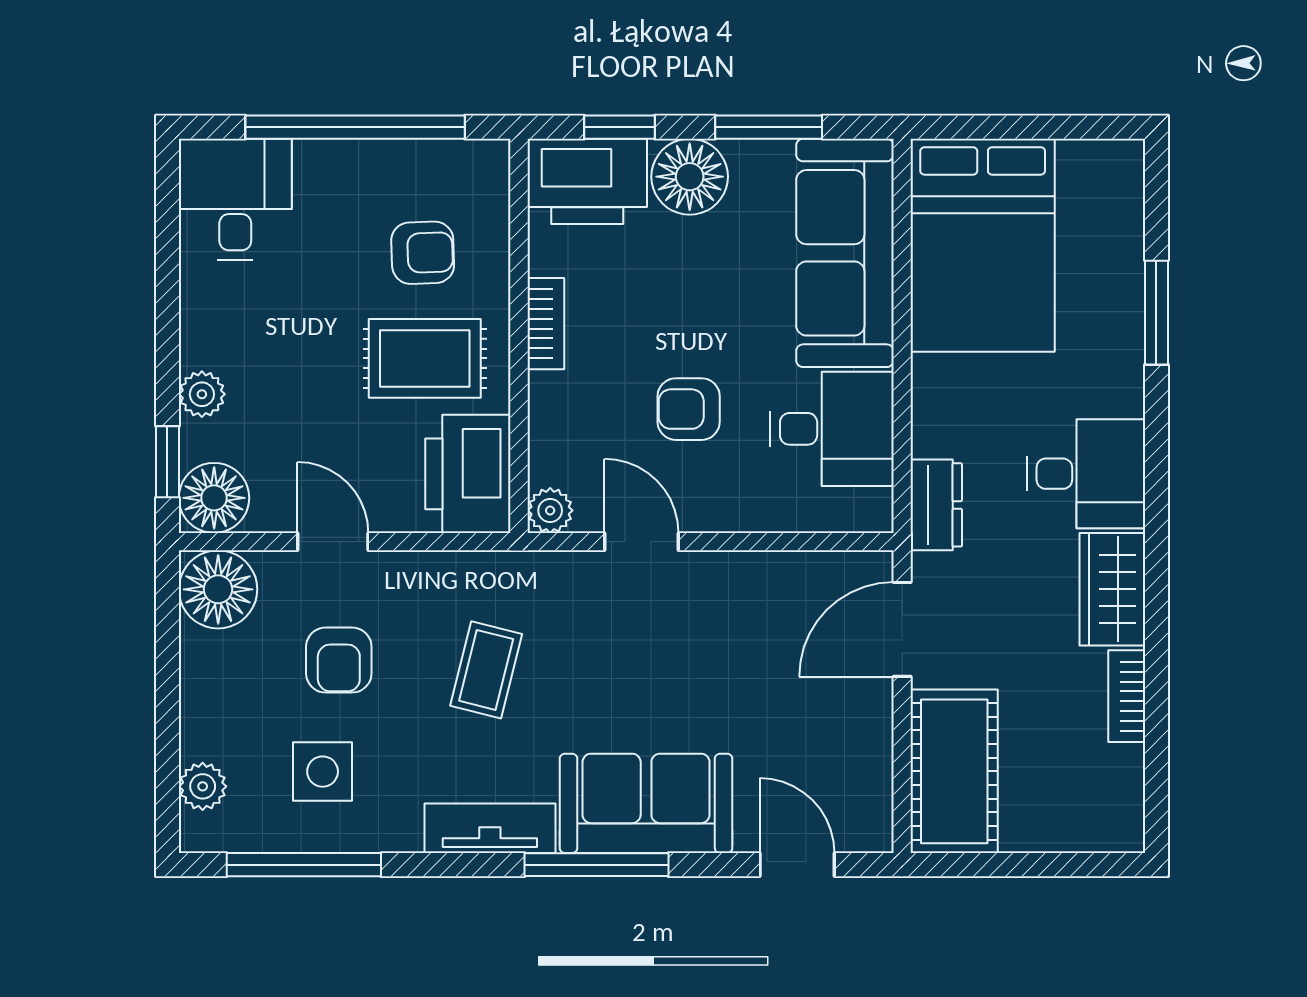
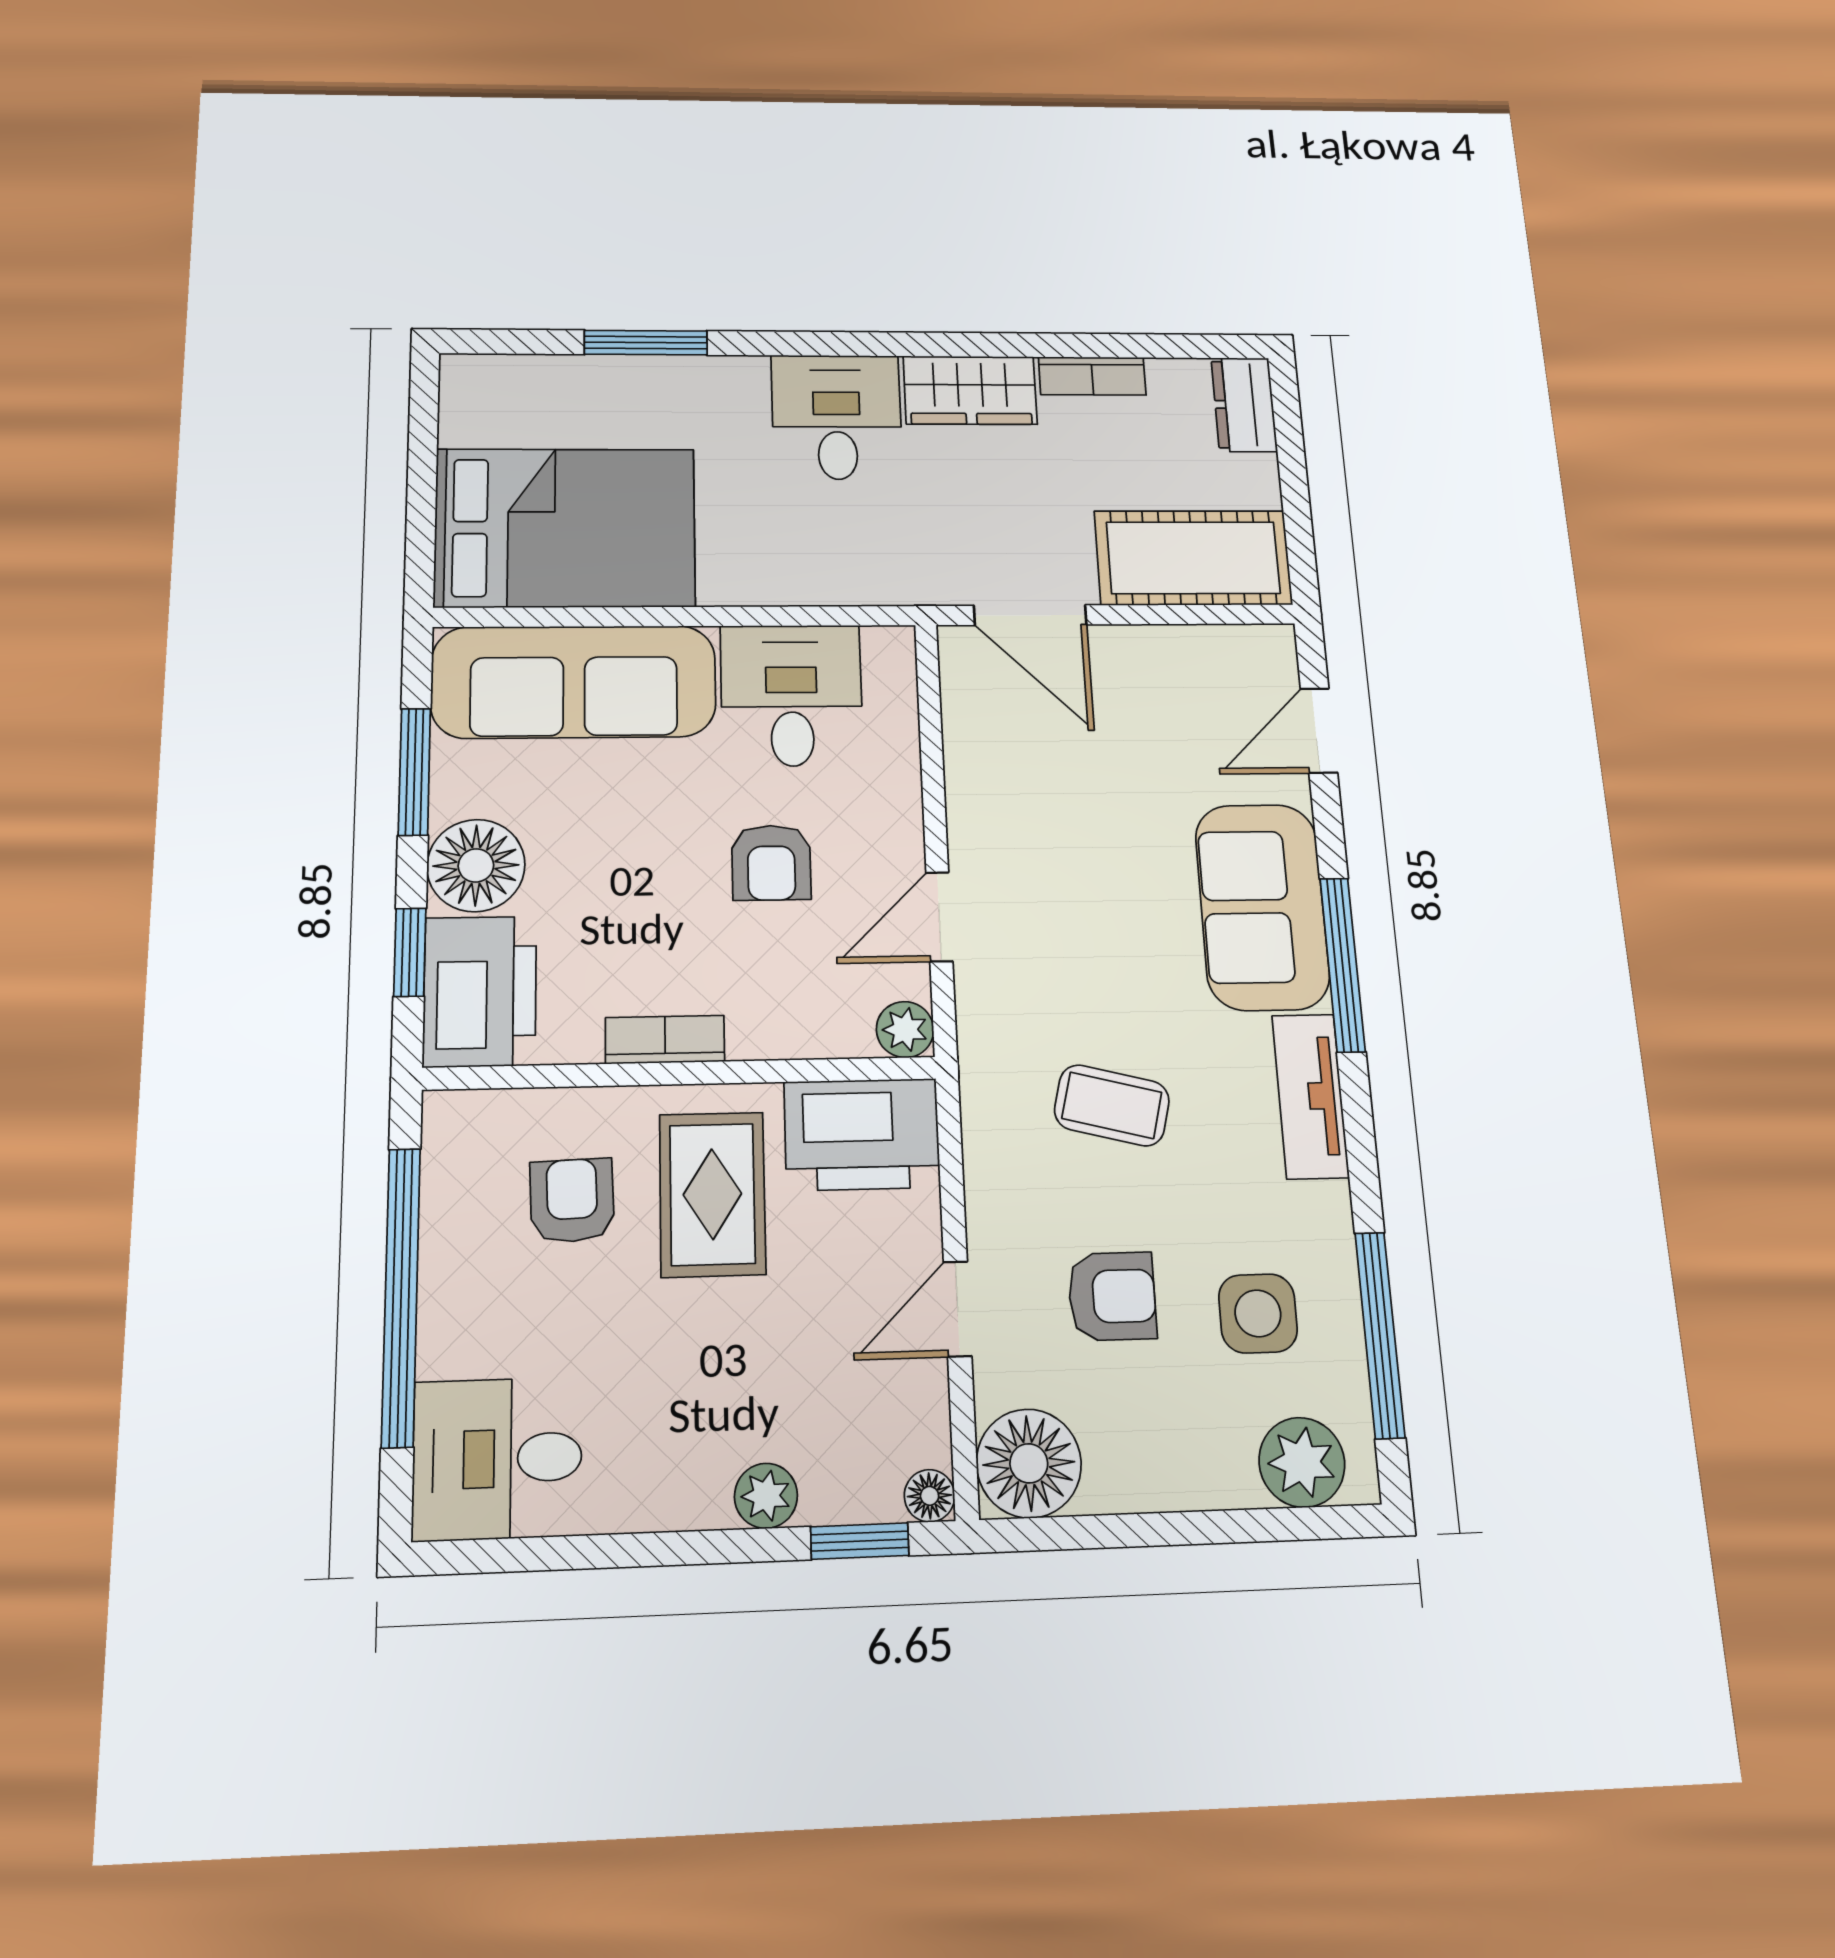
floor lamp: (214, 498) -> (930, 1496), width x0.53, depth x0.53
dresser: (936, 505) -> (1244, 405), moved, turned -90
plant: (203, 786) -> (1302, 1462), width x1.38, depth x1.38

